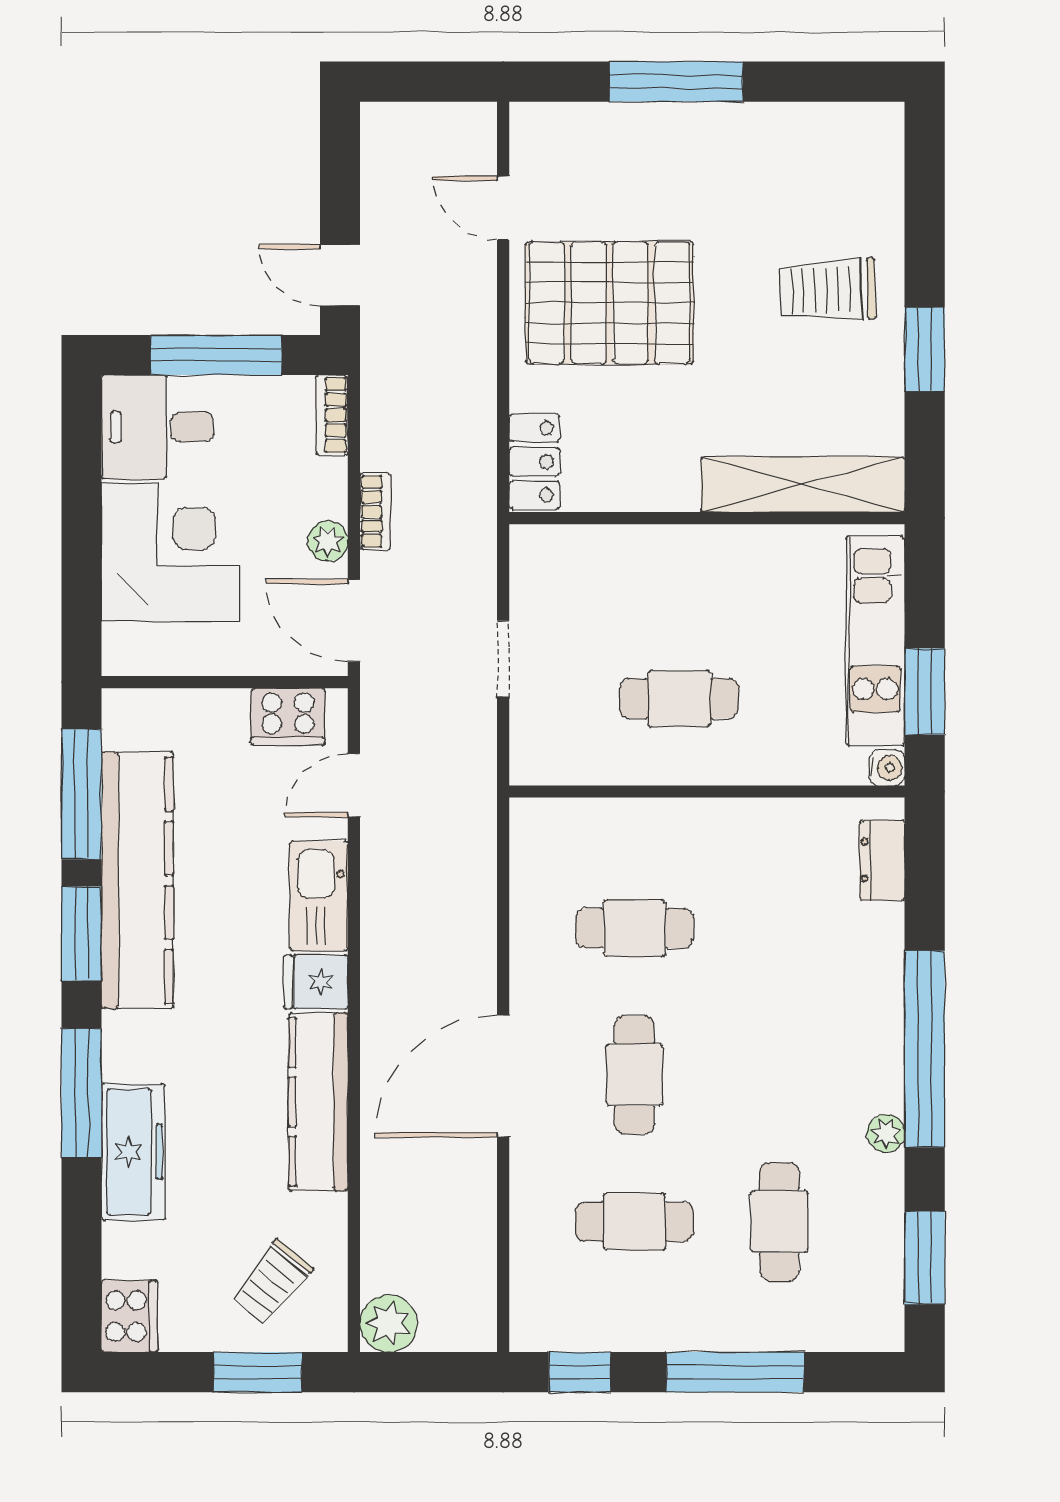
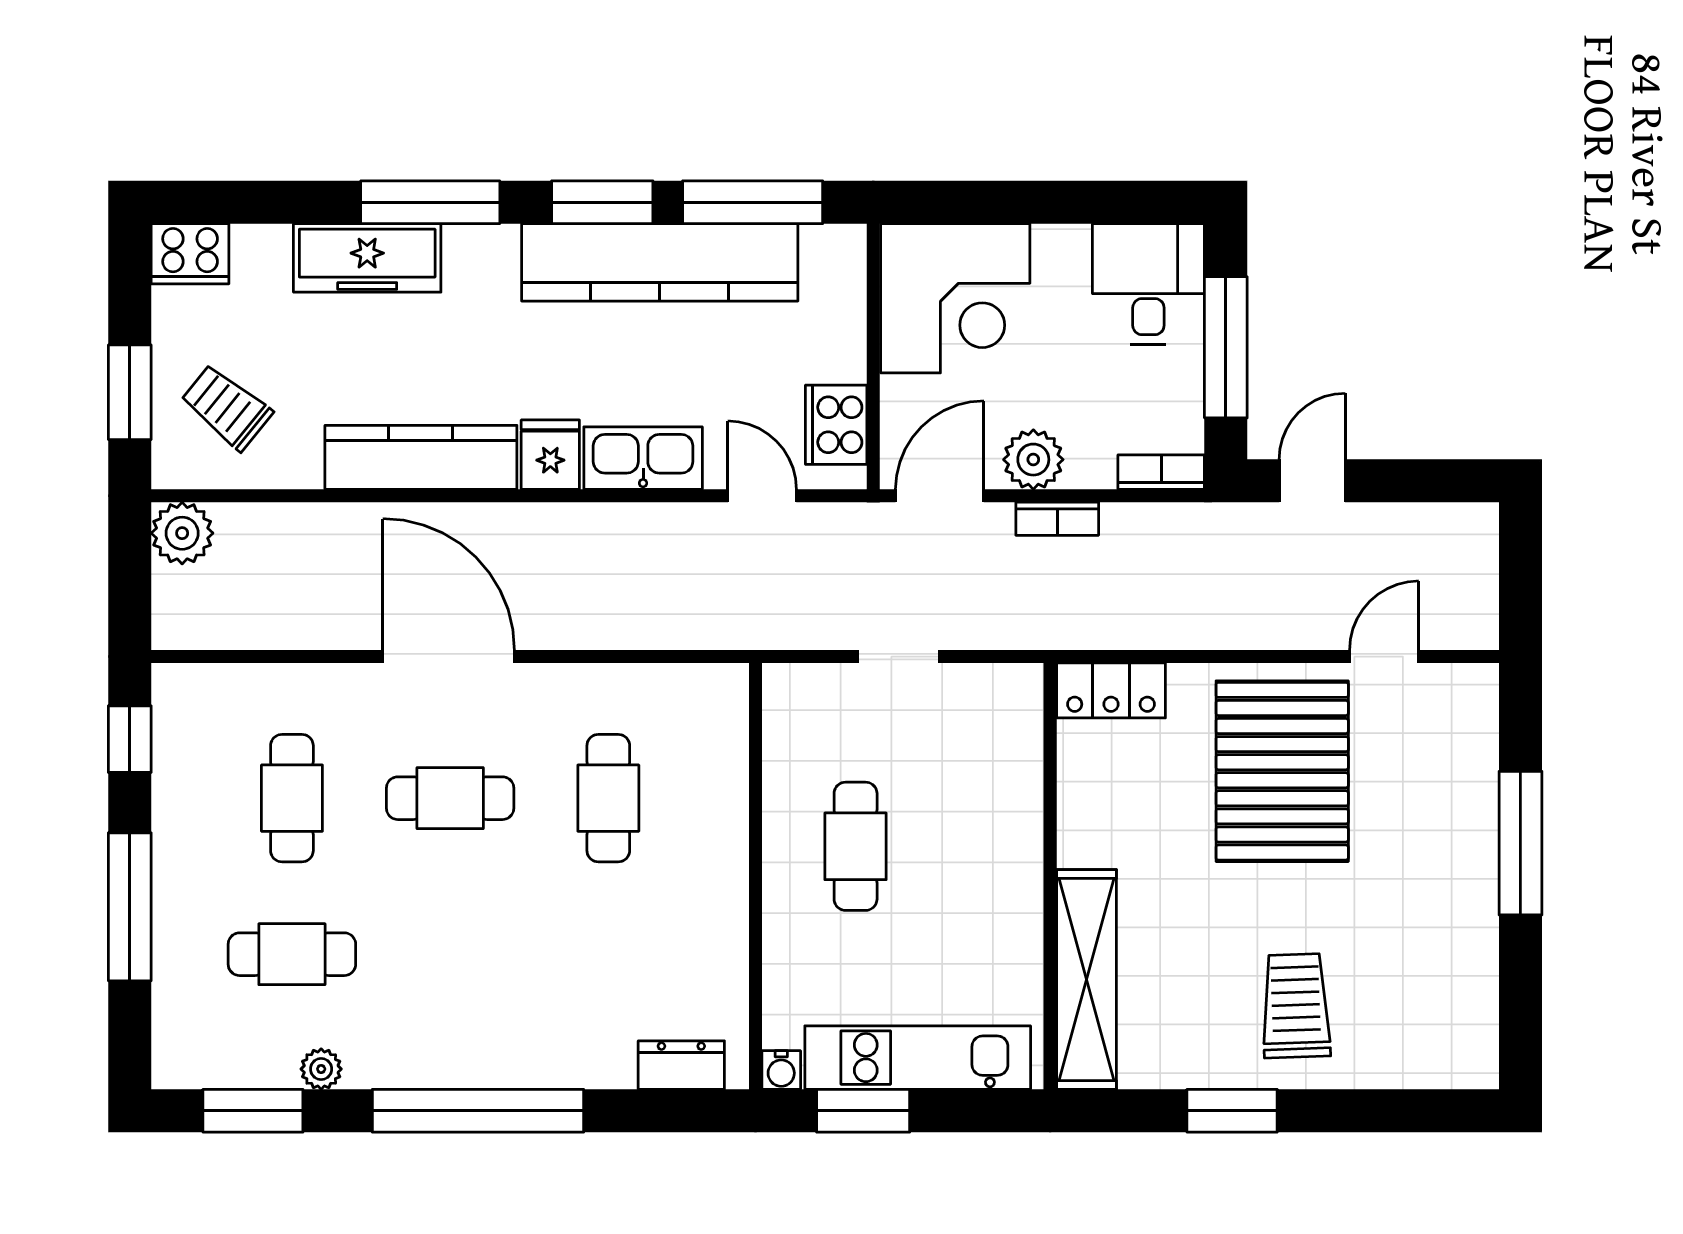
plant: (328, 541) -> (1033, 460), width x1.38, depth x1.38
corner desk: (171, 552) -> (955, 298), moved
plant: (886, 1133) -> (321, 1069), moved

